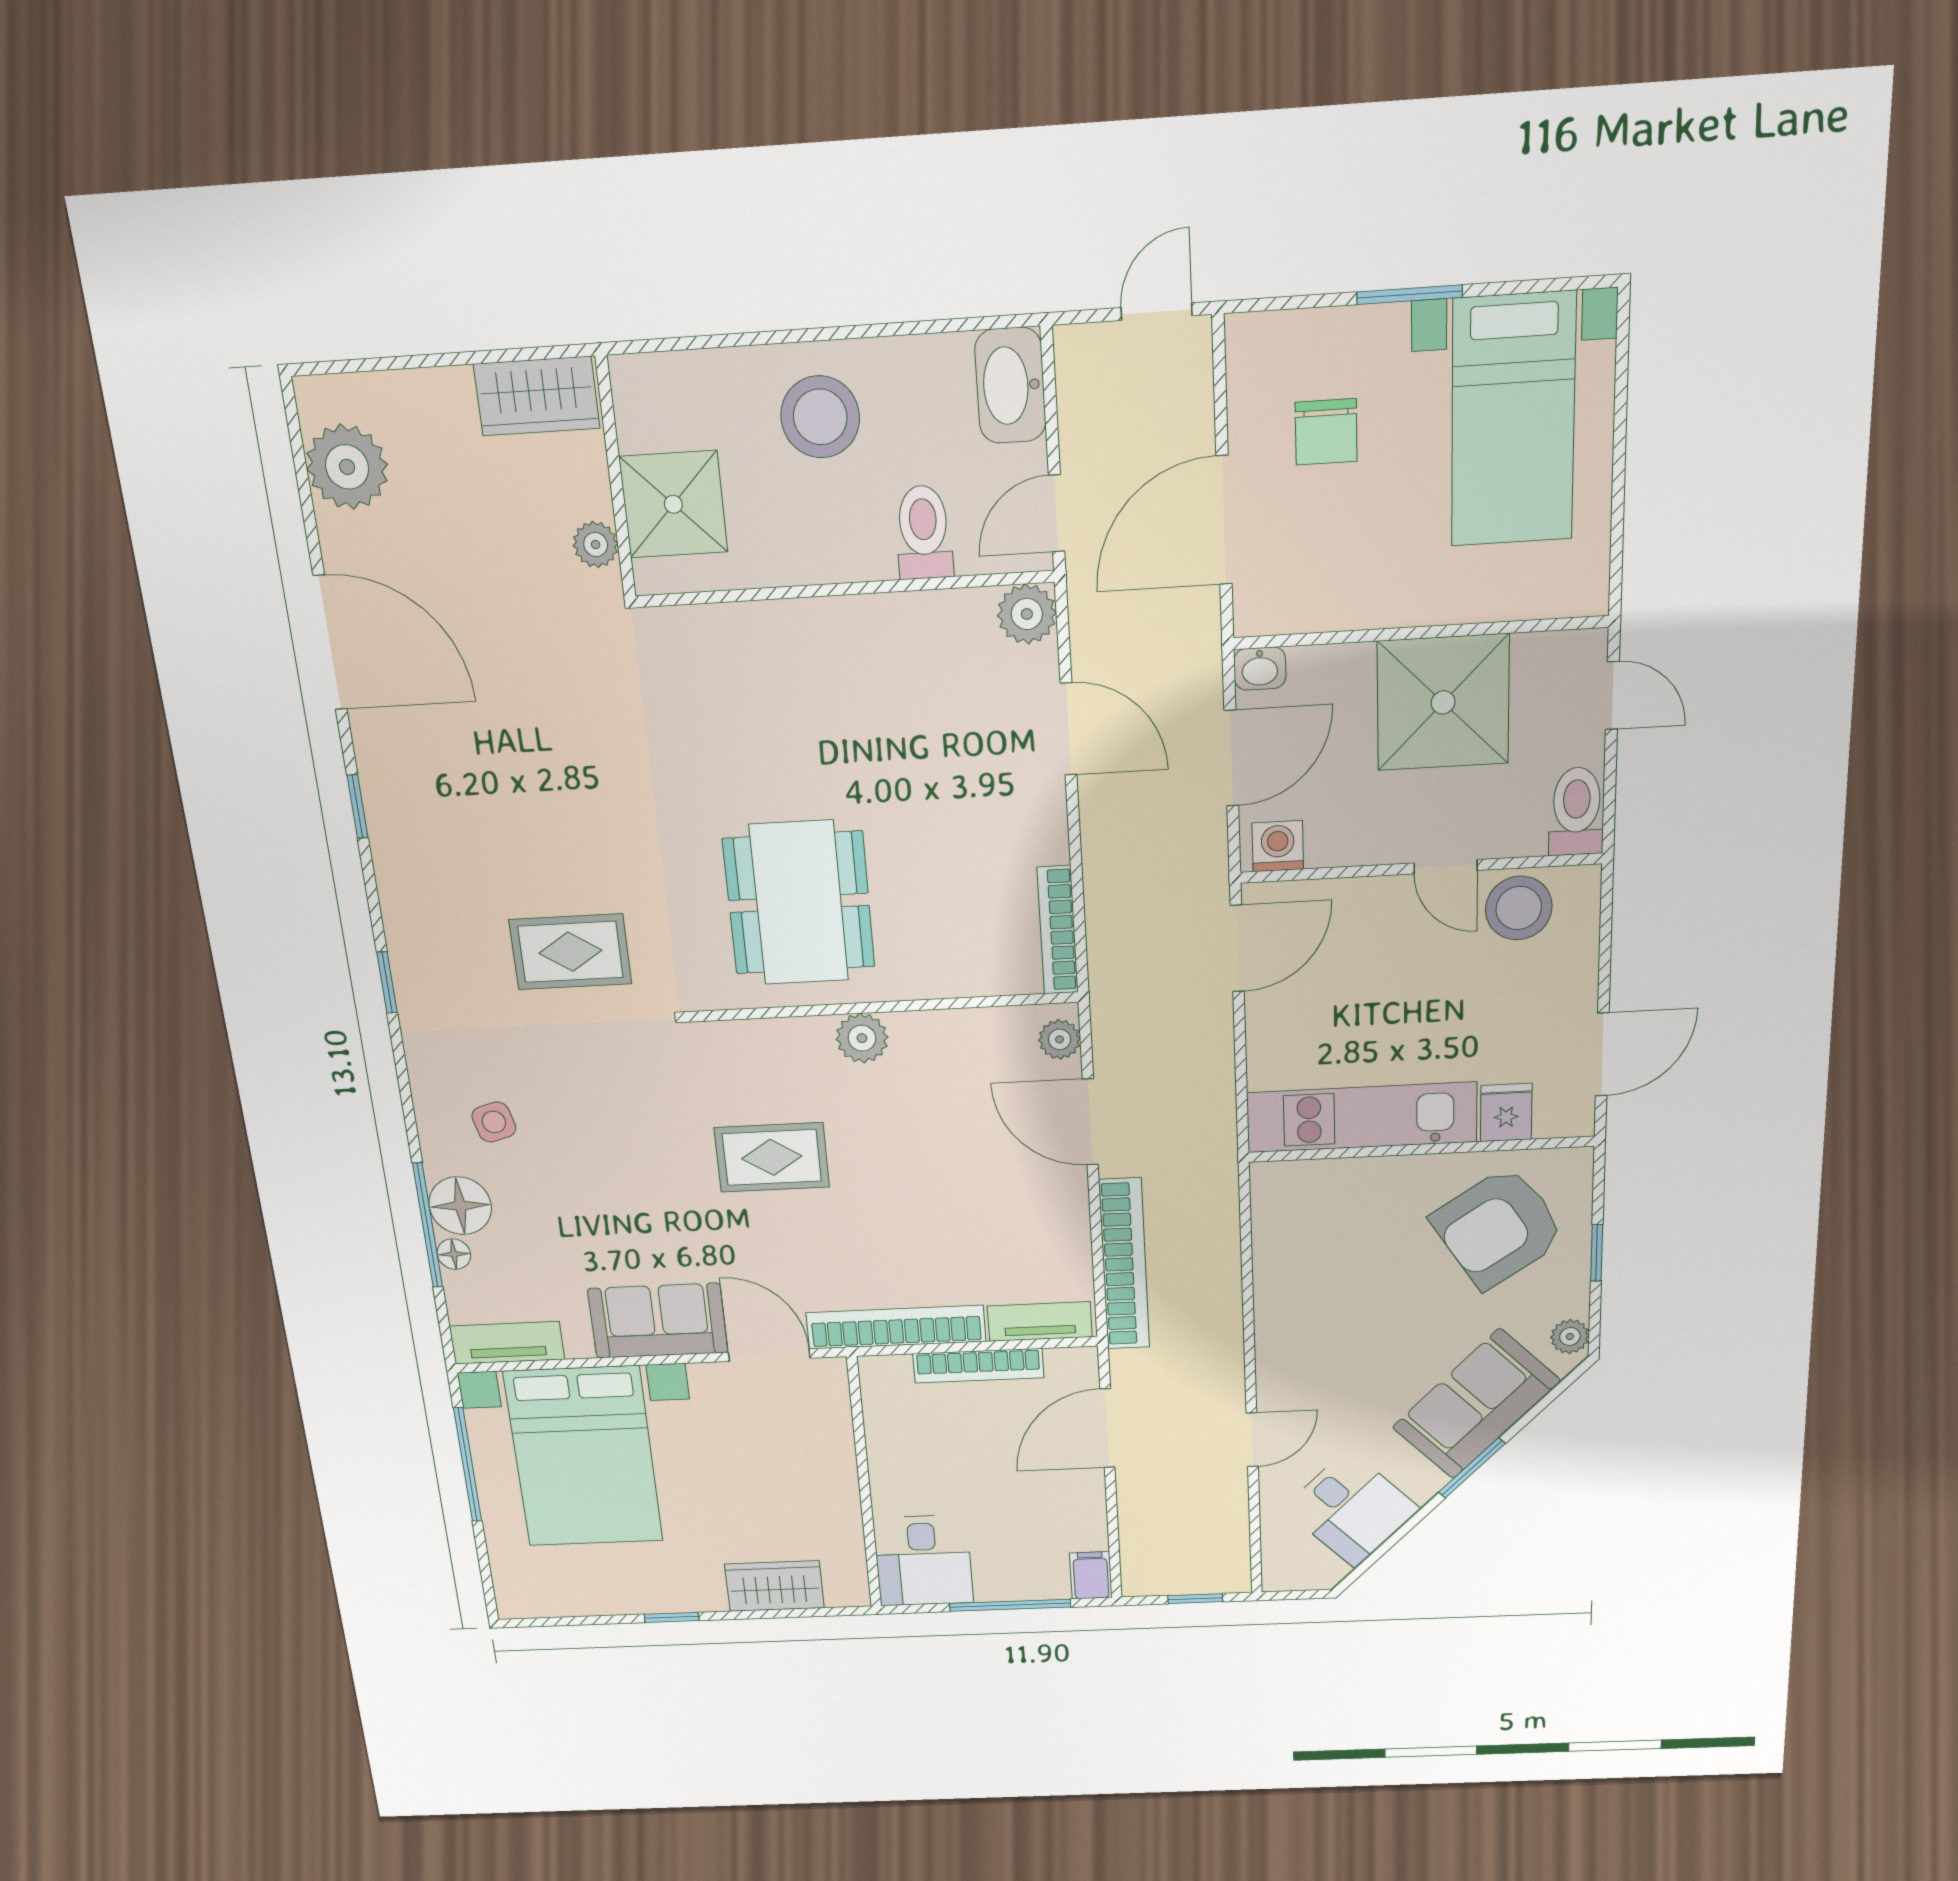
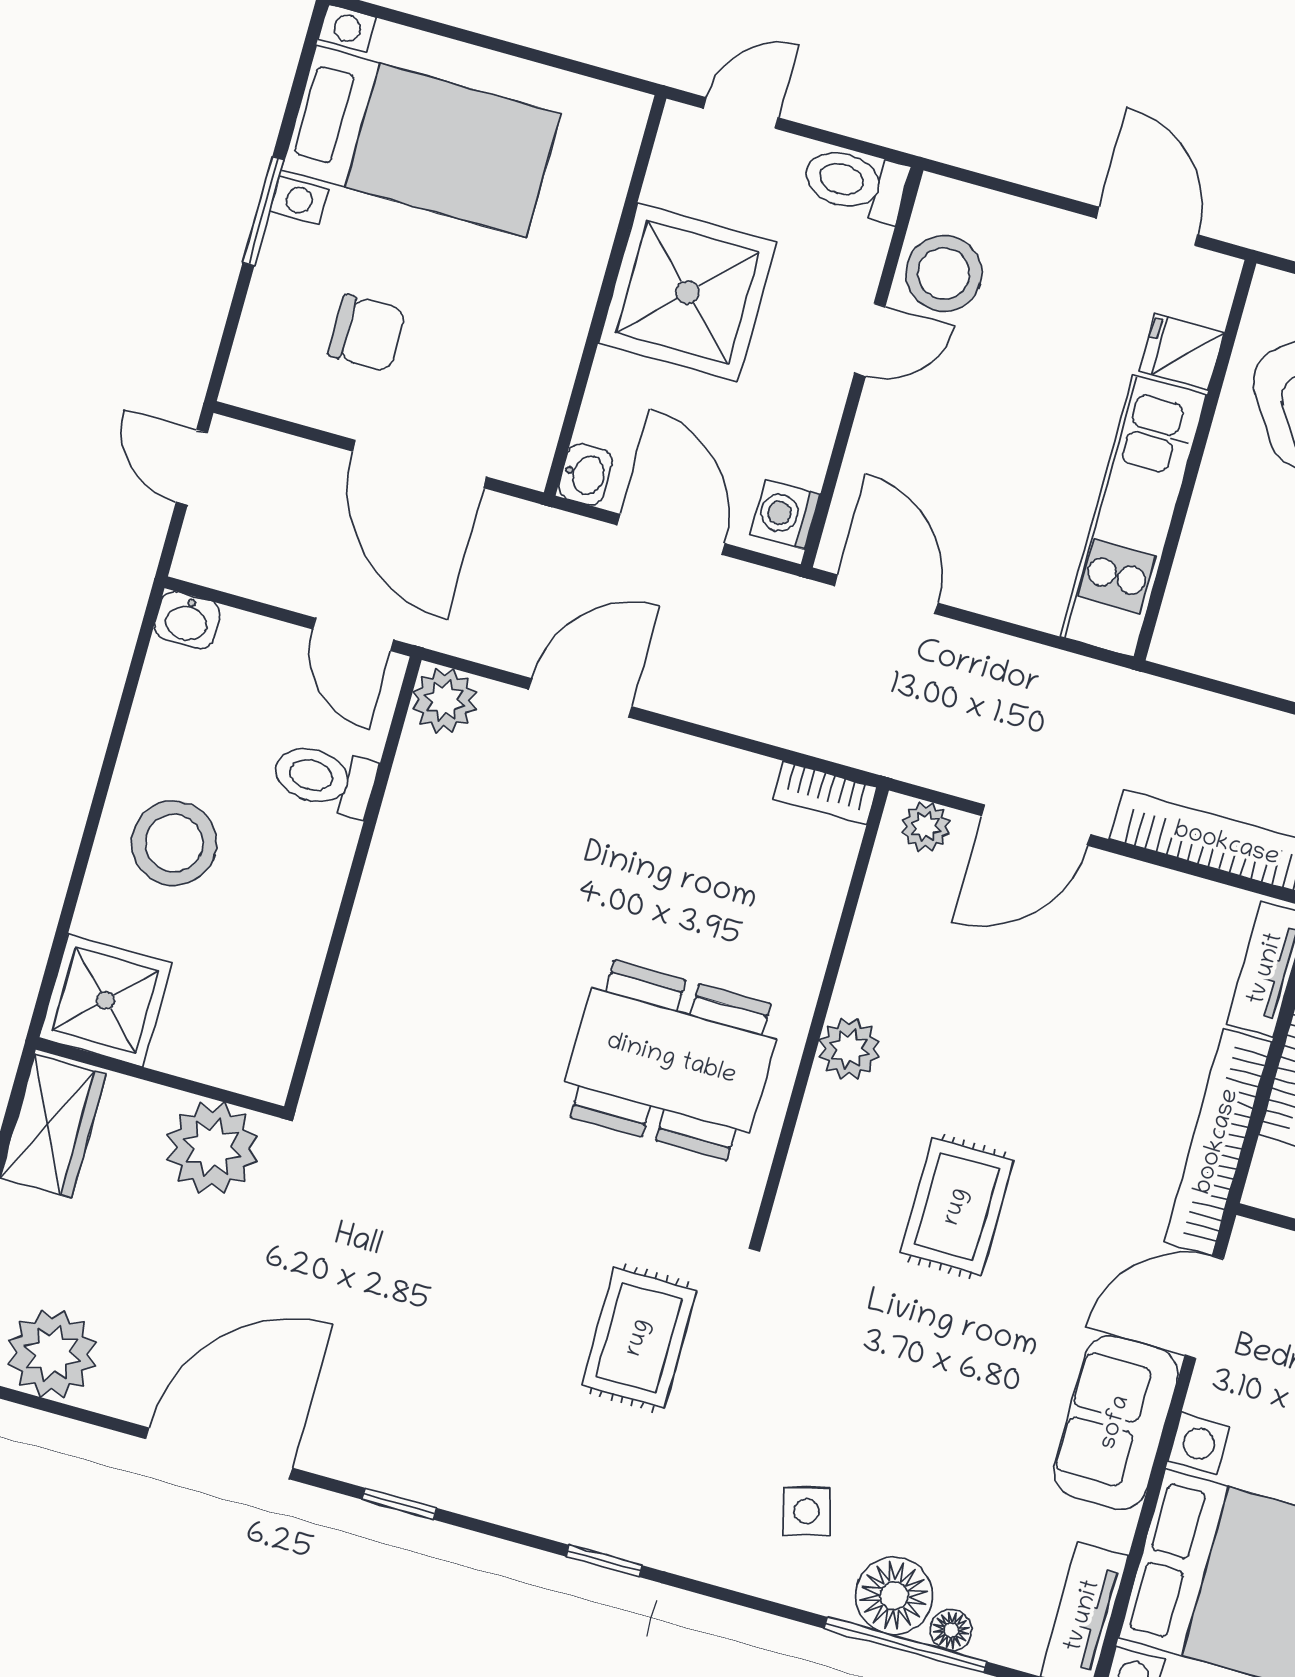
washbasin: (1010, 385) -> (187, 620), width x0.52, depth x0.69
shower: (673, 504) -> (106, 1000), moved
plant: (596, 544) -> (212, 1148), width x1.88, depth x1.88
bookcase: (1058, 930) -> (825, 793), width x0.64

